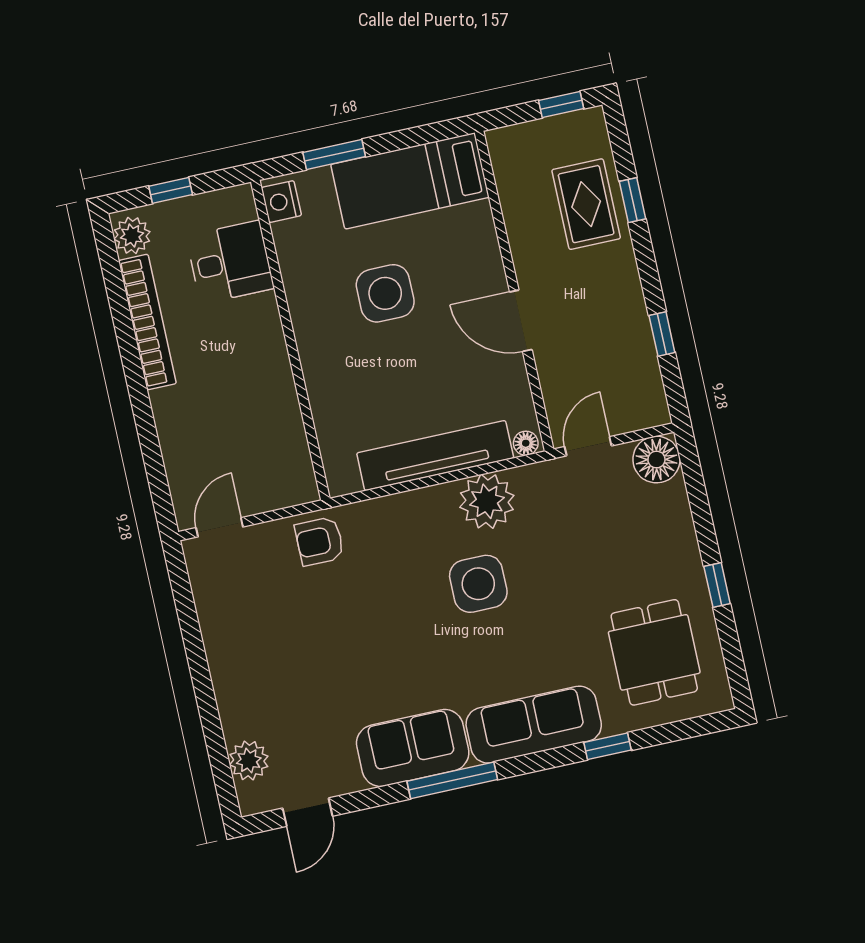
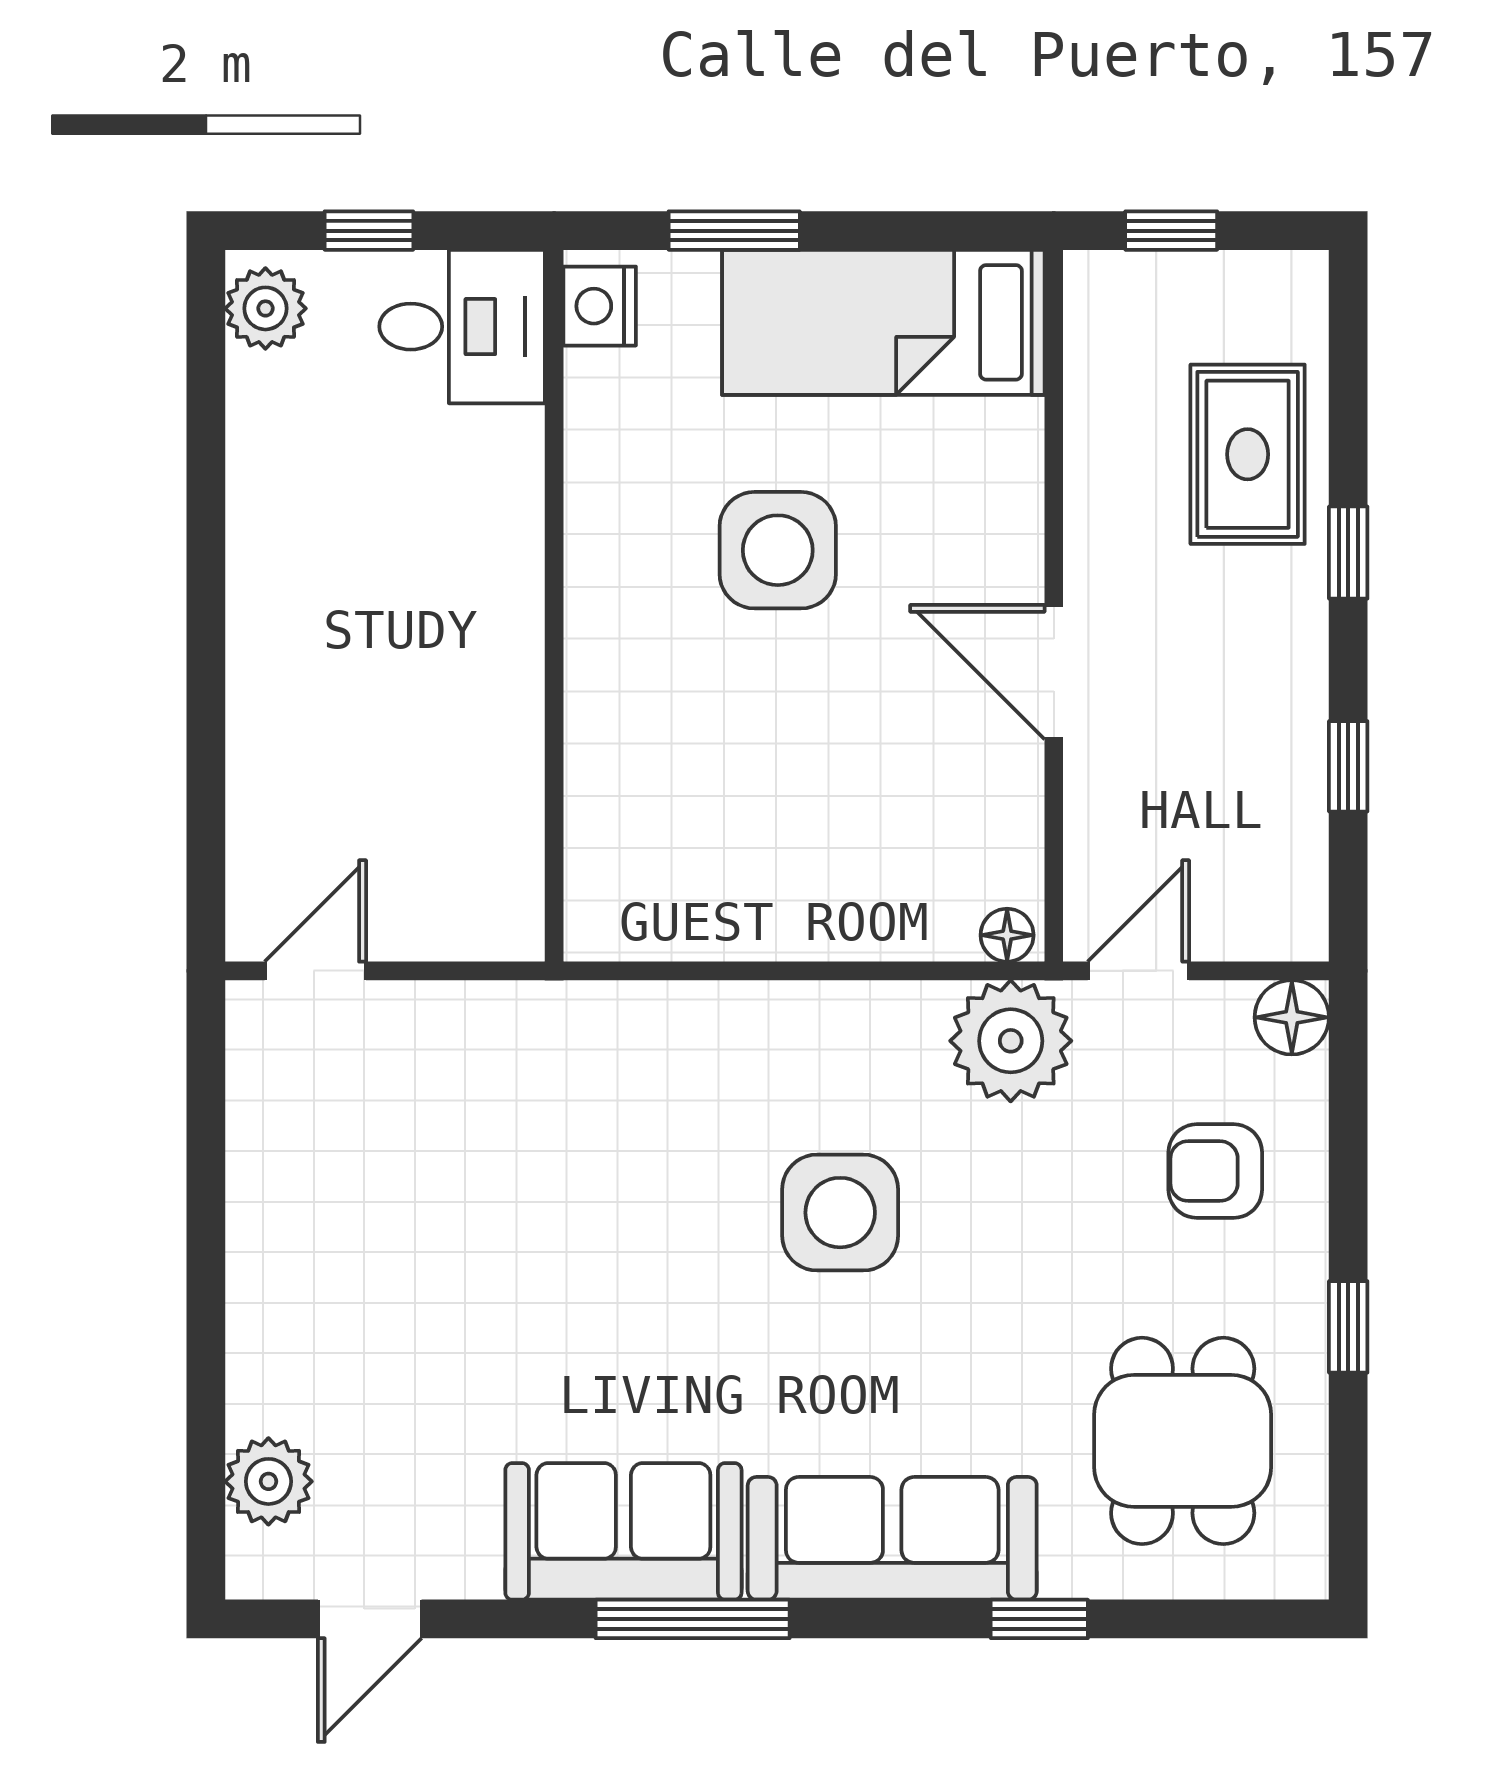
window: (561, 105) -> (1171, 231), moved
window: (632, 200) -> (1348, 553), moved
desk: (230, 262) -> (462, 327), moved
bookcase: (147, 322) -> (258, 500), removed
tv unit: (435, 456) -> (808, 919), removed
floor lamp: (656, 460) -> (1292, 1017), width x0.73, depth x0.73
plant: (487, 501) -> (1011, 1041), moved
armchair: (320, 541) -> (1215, 1171), moved

